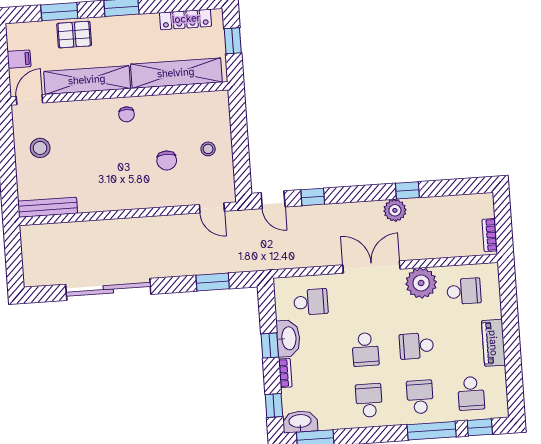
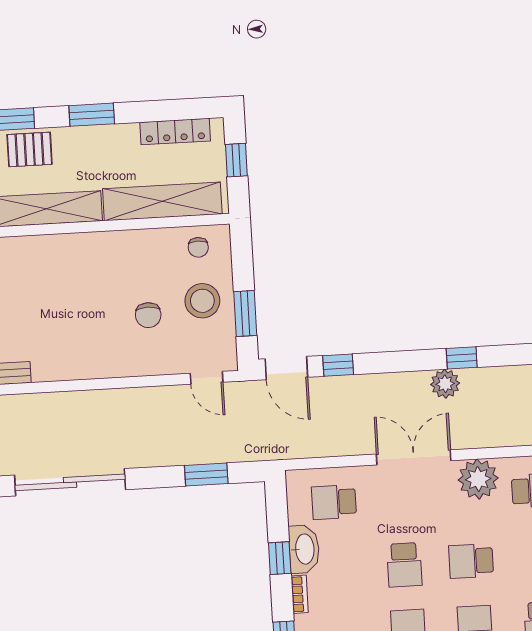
chair: (127, 114) -> (198, 247), moved
stool: (208, 149) -> (202, 301), width x1.89, depth x1.89
window: (241, 158) -> (245, 313), added
door: (273, 200) -> (286, 368), width x1.38
school desk: (311, 302) -> (334, 502), turned 180

